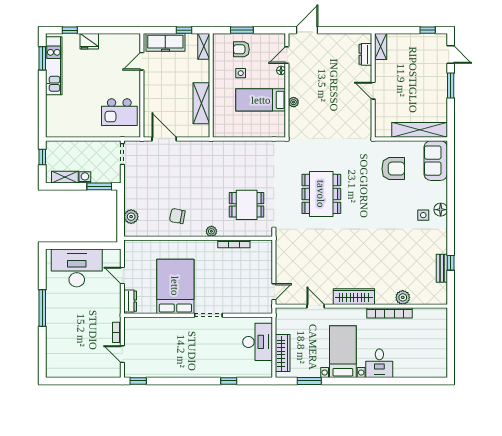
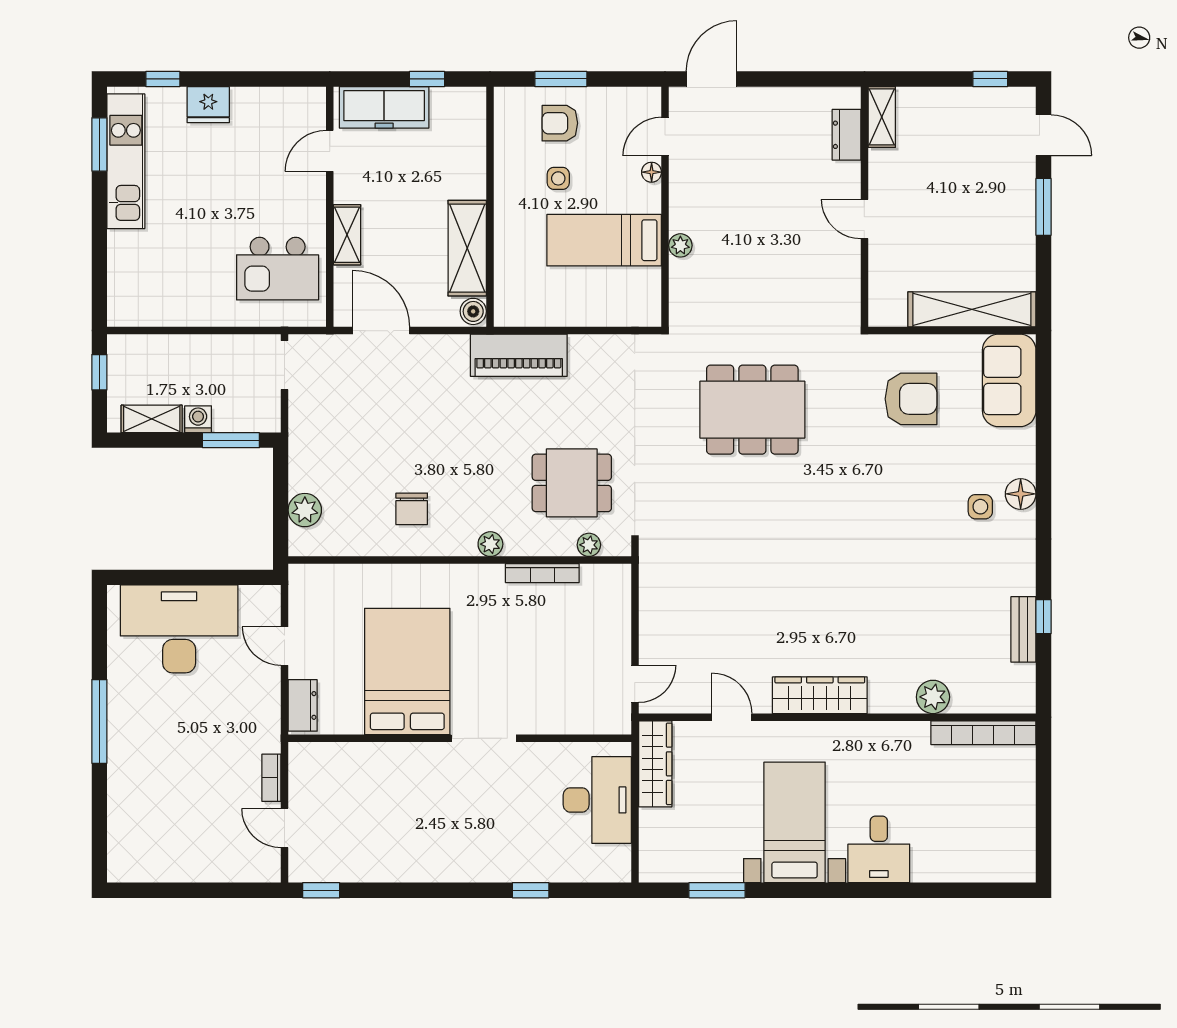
shelving: (204, 46) -> (347, 235), moved
boiler: (204, 131) -> (473, 311), added
piano: (224, 150) -> (519, 355), added
dining table: (321, 194) -> (752, 410), moved, turned 90
chair: (177, 216) -> (412, 509), turned -101
plant: (254, 232) -> (589, 545), added
bookcase: (389, 313) -> (983, 733), moved
wardrobe: (283, 353) -> (655, 764), moved

